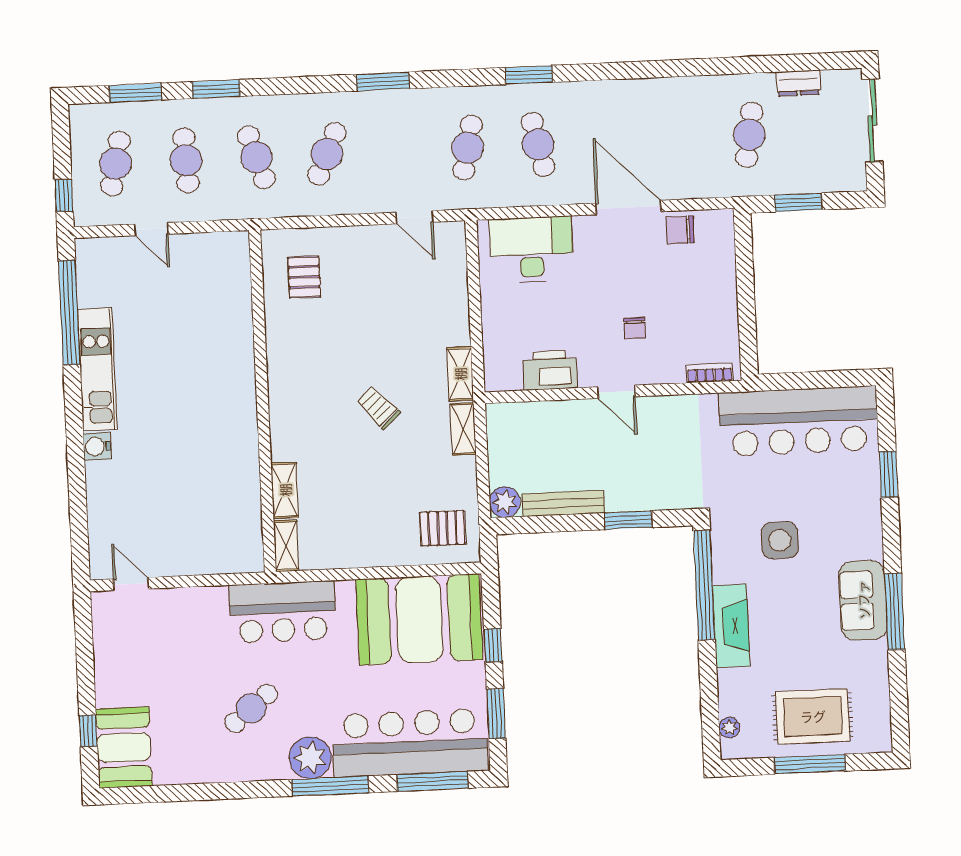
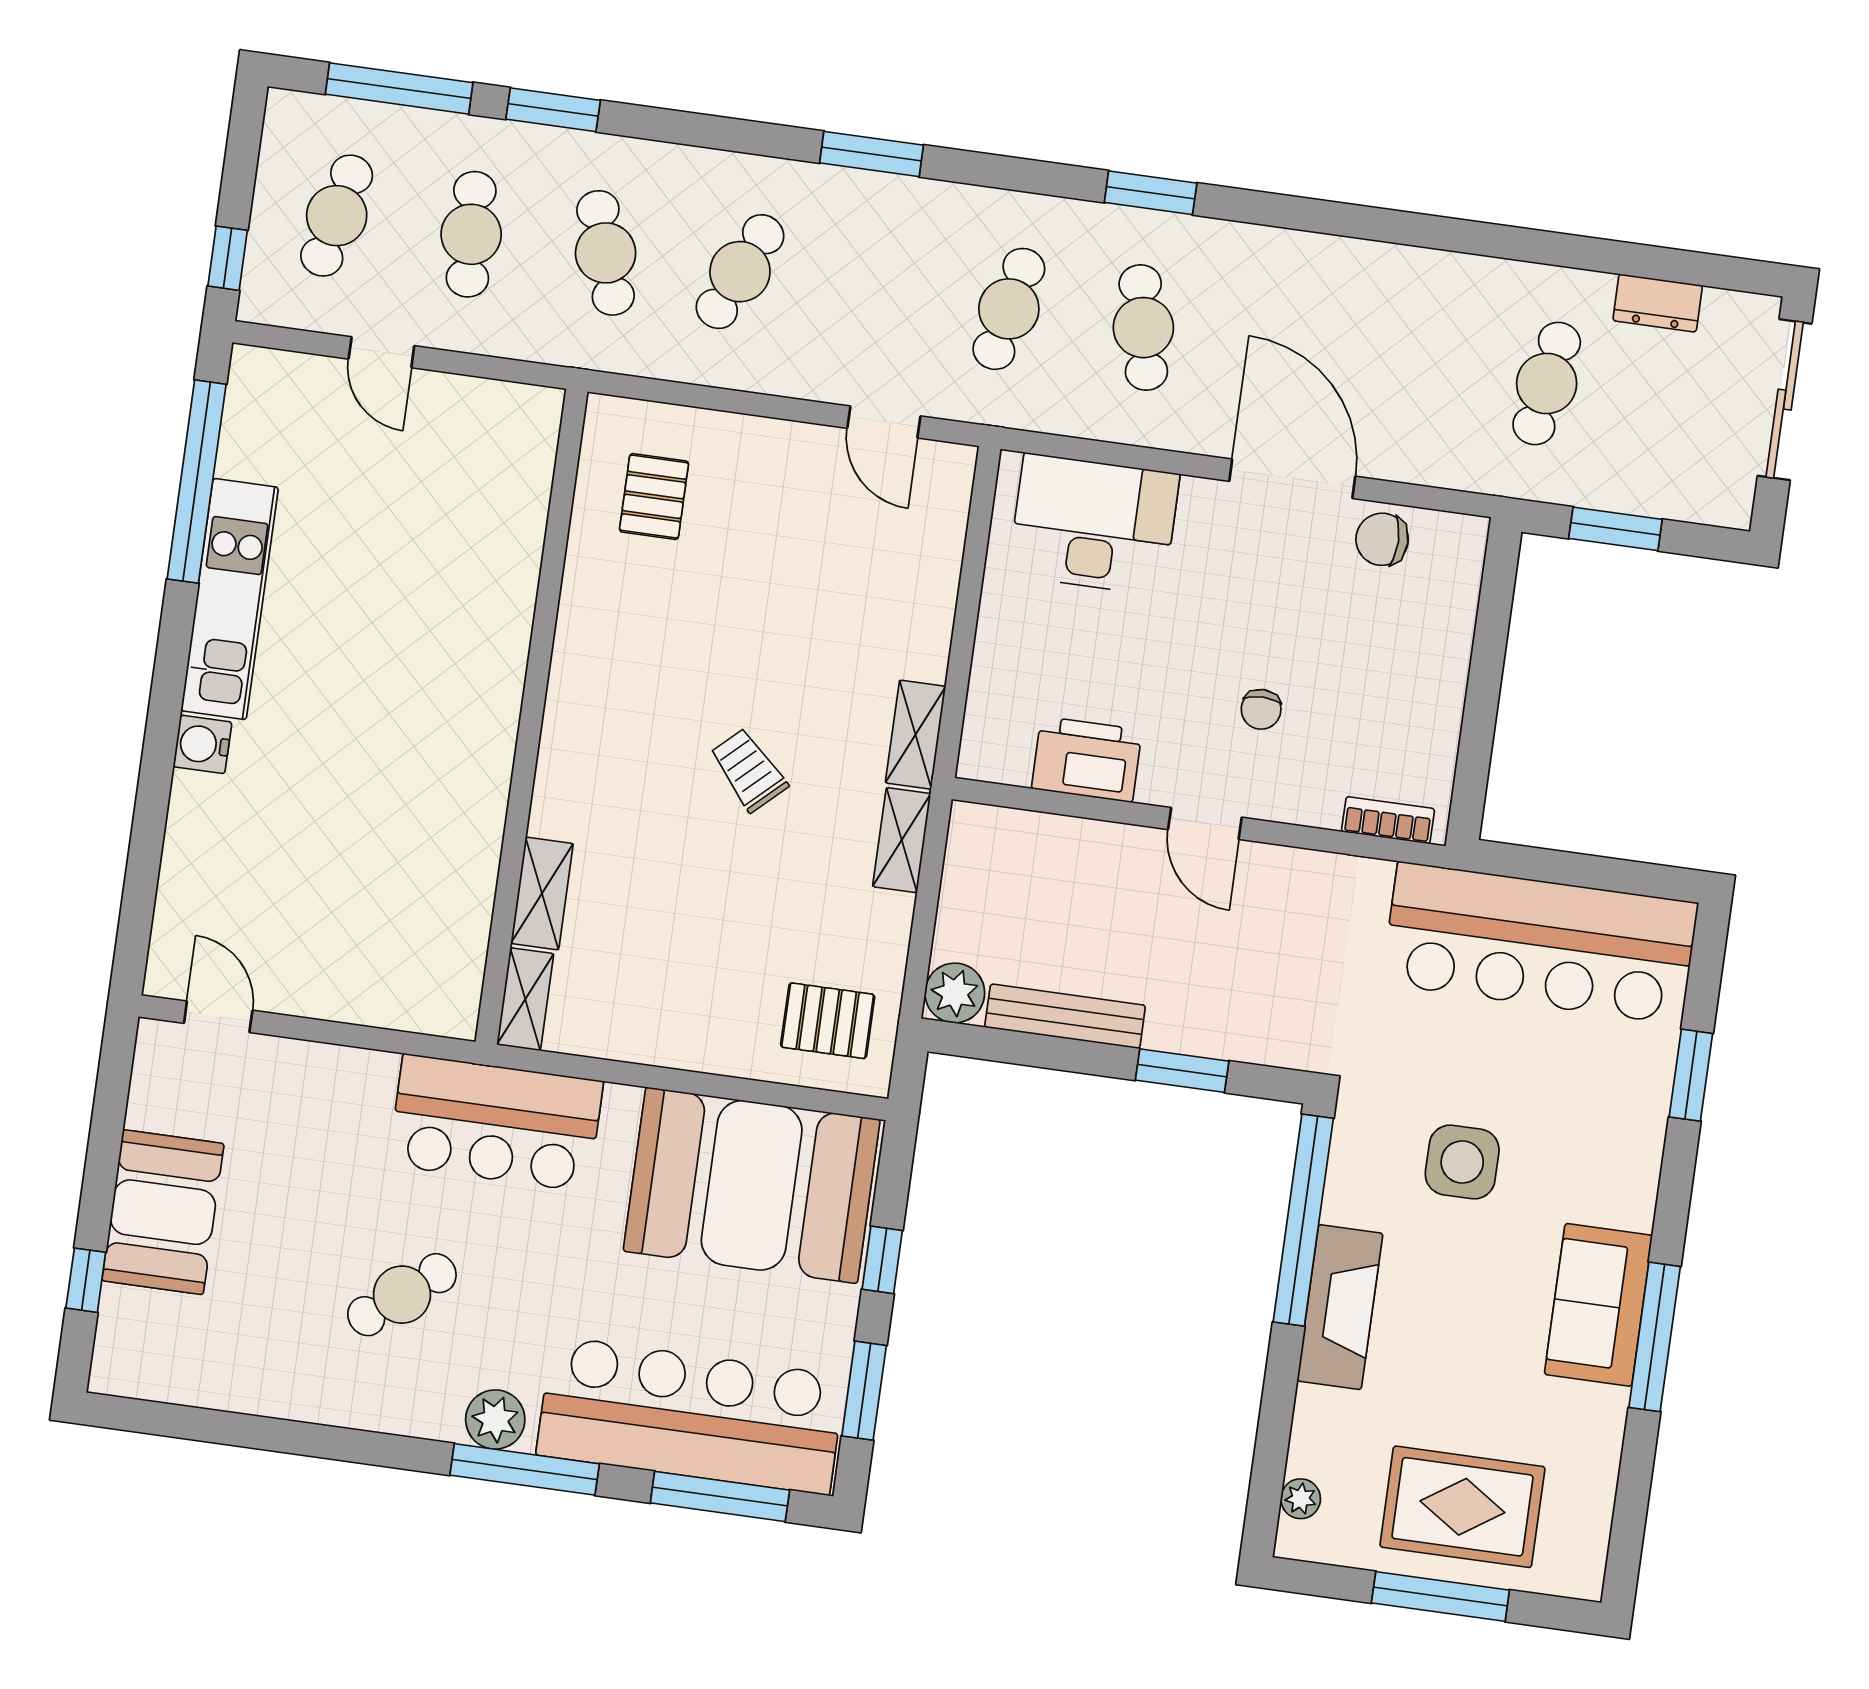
window: (135, 93) -> (399, 88), width x1.44
booth: (124, 747) -> (163, 1212), moved
plant: (310, 758) -> (495, 1419), width x0.73, depth x0.73

